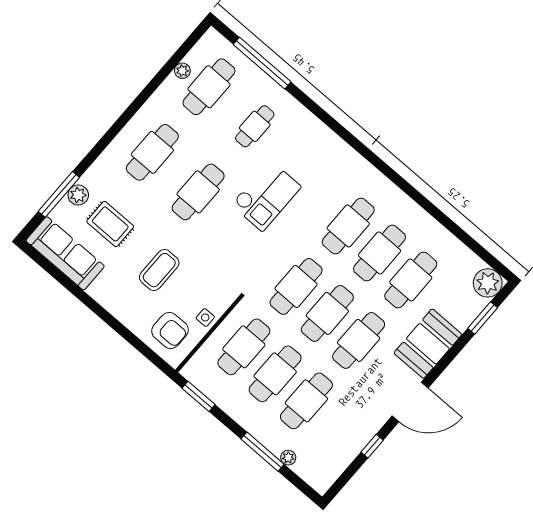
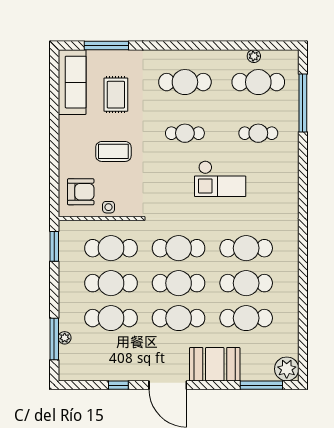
cafe table: (198, 192) -> (185, 133), width x0.73, depth x0.74
plant: (78, 195) -> (117, 58), removed
window: (483, 318) -> (261, 385), width x1.44
armchair: (170, 330) -> (81, 192), turned -90
window: (263, 452) -> (54, 339), moved

